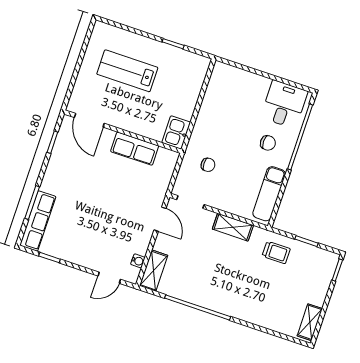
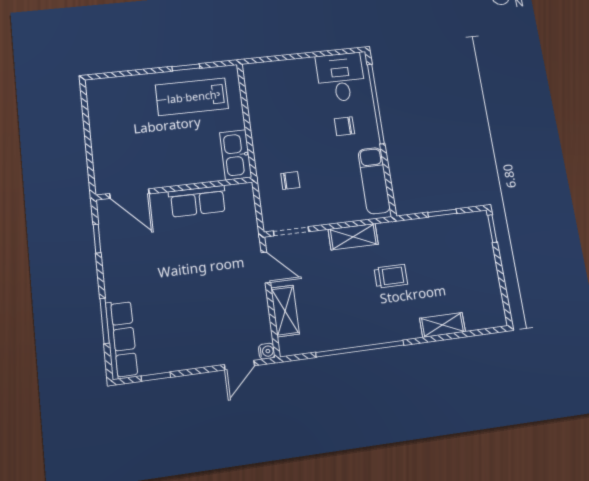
lab bench: (127, 71) -> (192, 97), moved
kitchen sink: (176, 132) -> (236, 155), width x1.38
chair: (268, 143) -> (344, 126), turned 180
trolley: (276, 252) -> (391, 276), moved
water cooler: (138, 261) -> (267, 351), moved
shelving: (154, 271) -> (285, 311), moved
shelving: (310, 322) -> (442, 325), moved, turned 90

